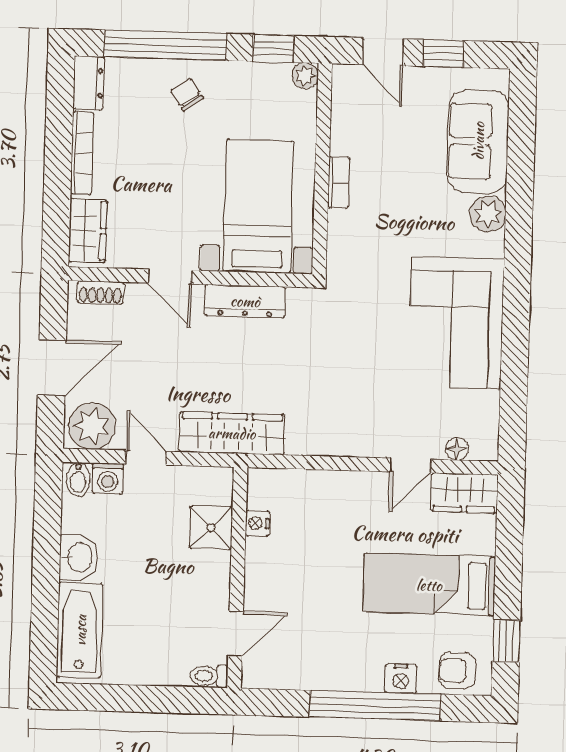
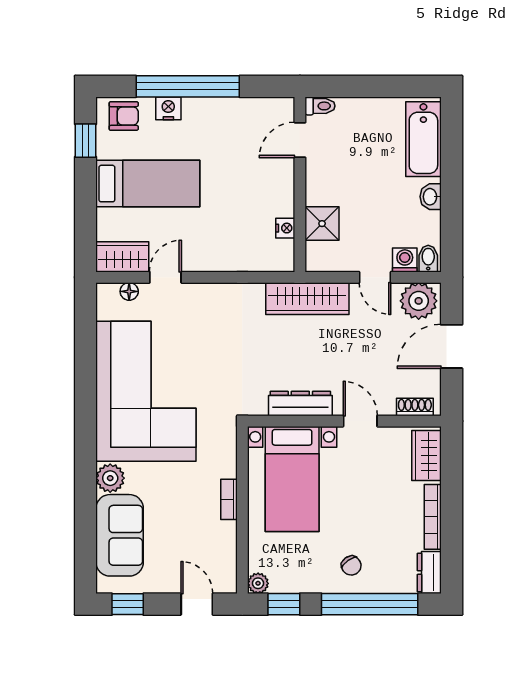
window: (443, 53) -> (128, 604), moved
corner sofa: (456, 323) -> (146, 391), width x1.36, depth x1.36
washbasin: (79, 557) -> (431, 197), width x0.72, depth x0.69

